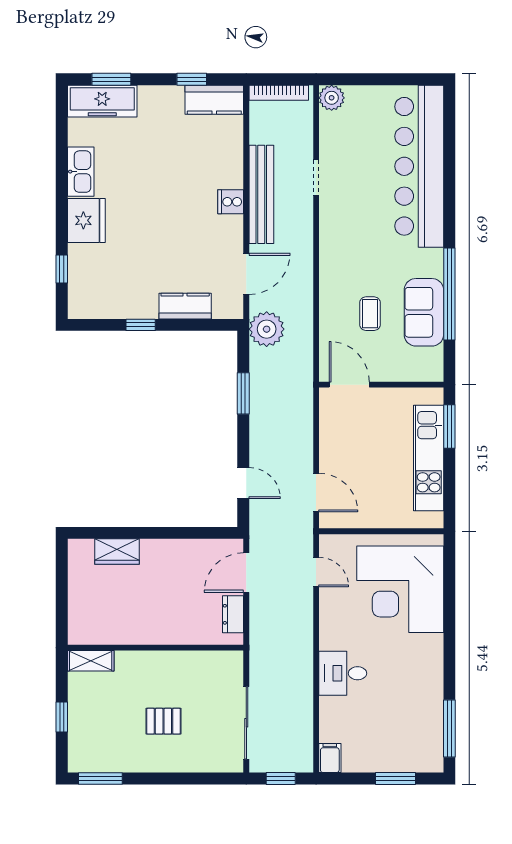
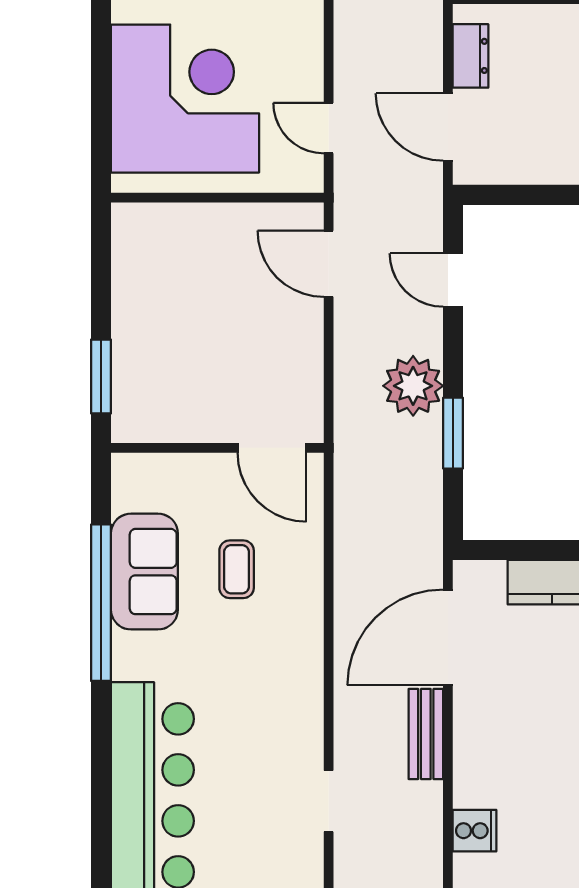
bench: (261, 194) -> (426, 734), width x0.54, depth x0.82
cooker: (231, 202) -> (474, 831), moved
door: (246, 274) -> (448, 637), width x1.36
plant: (267, 329) -> (413, 386), moved
kitchen unit: (429, 458) -> (136, 323), removed
door: (246, 573) -> (448, 127), swing flipped

